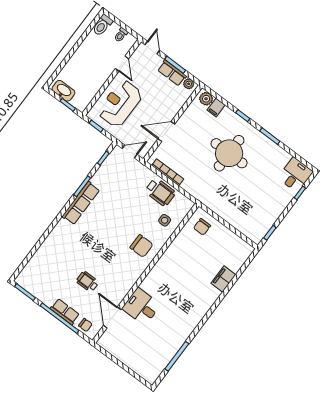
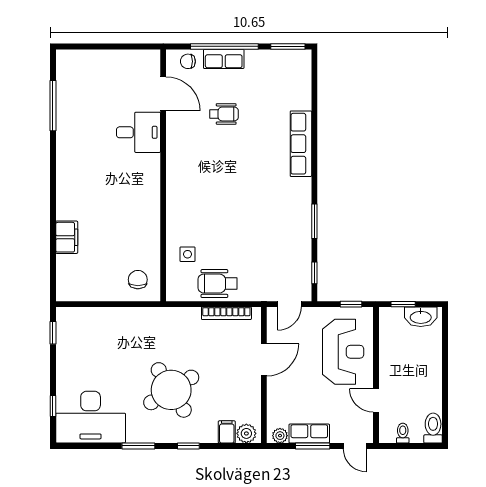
round table: (229, 153) -> (171, 390), turned -32
desk: (295, 175) -> (91, 417), width x1.87, depth x1.30
row of seats: (81, 203) -> (301, 144), moved
chair: (142, 246) -> (192, 204), removed

